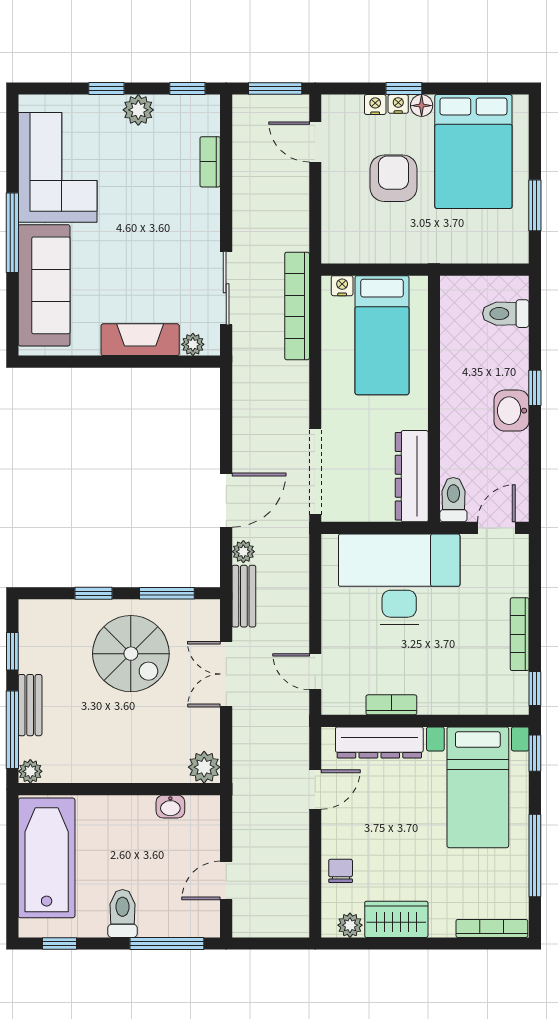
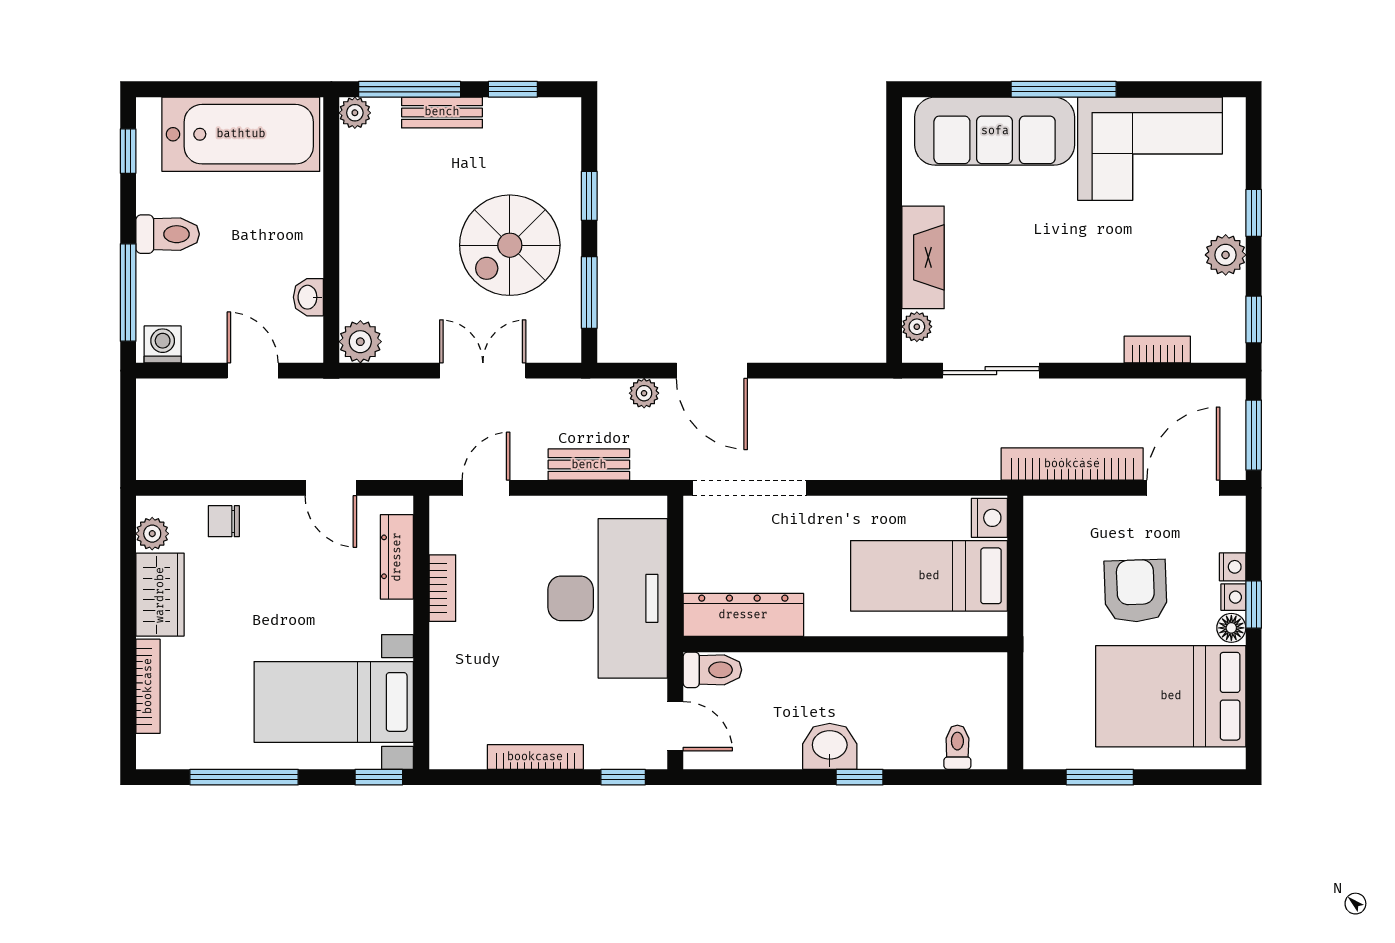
door: (315, 142) -> (1183, 488), width x1.38
armchair: (393, 178) -> (1136, 591), turned -92
nightstand: (342, 286) -> (989, 518), width x1.39, depth x1.35
bookcase: (297, 306) -> (1072, 464), moved
toilet: (506, 314) -> (957, 747), width x0.73, depth x0.72
bench: (244, 596) -> (589, 465), moved
window: (535, 689) -> (623, 777), moved
dresser: (379, 742) -> (397, 557), width x0.73, depth x0.80
chair: (341, 871) -> (224, 521), turned 180
door: (226, 880) -> (253, 371), moved
washing machine: (206, 917) -> (163, 344), added
bookcase: (492, 928) -> (148, 686), moved

